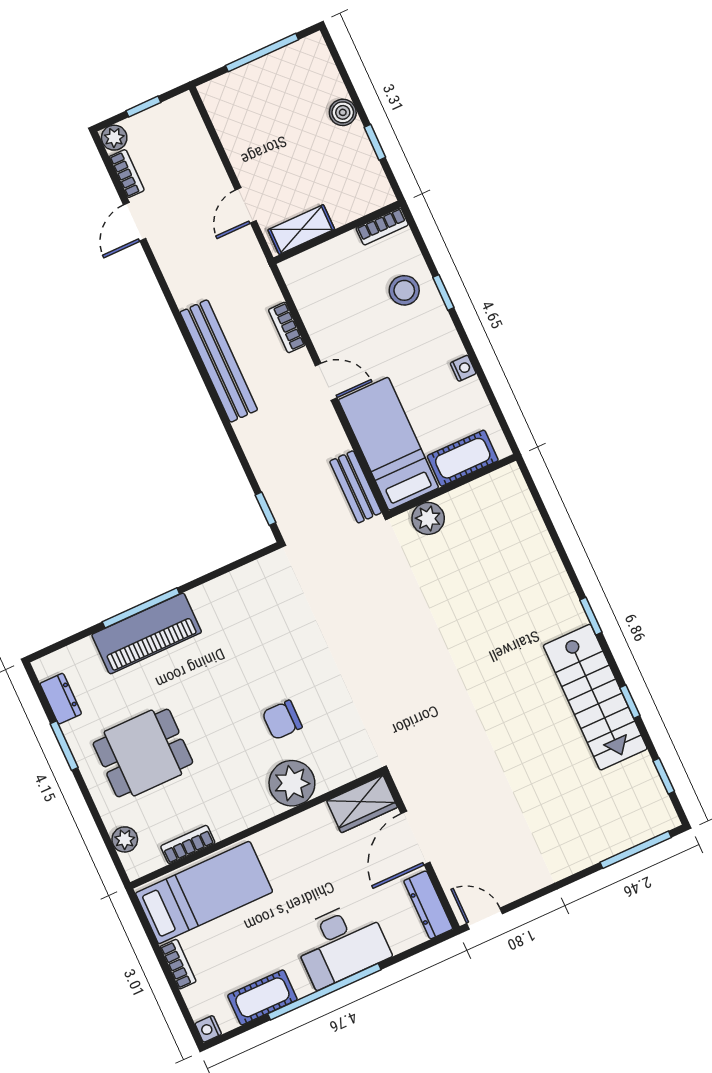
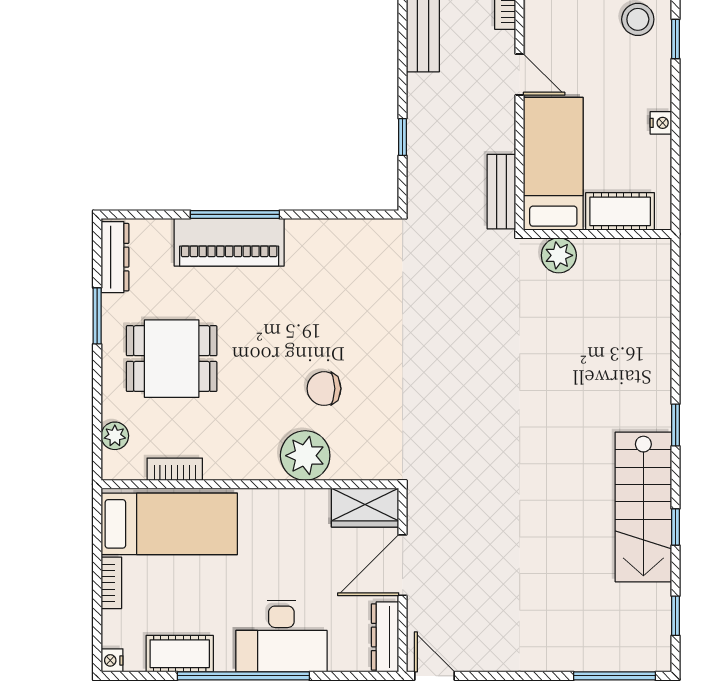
window: (265, 509) -> (403, 137), moved
dresser: (61, 699) -> (115, 257), width x1.44

